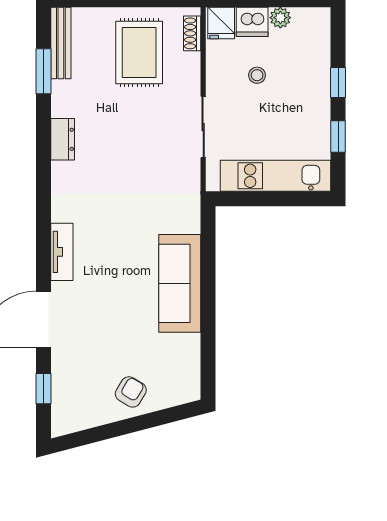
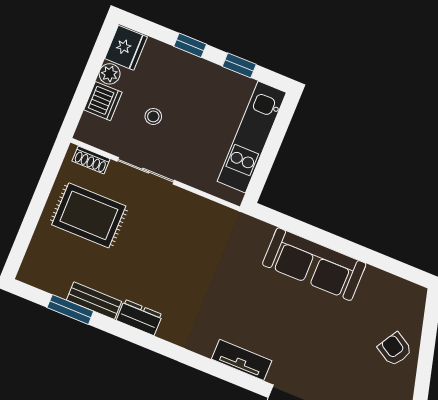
fridge: (221, 23) -> (126, 48), moved, width x1.38
bench: (61, 43) -> (94, 301), moved, width x0.73
sliding door: (203, 127) -> (146, 171), moved

